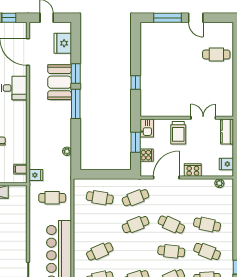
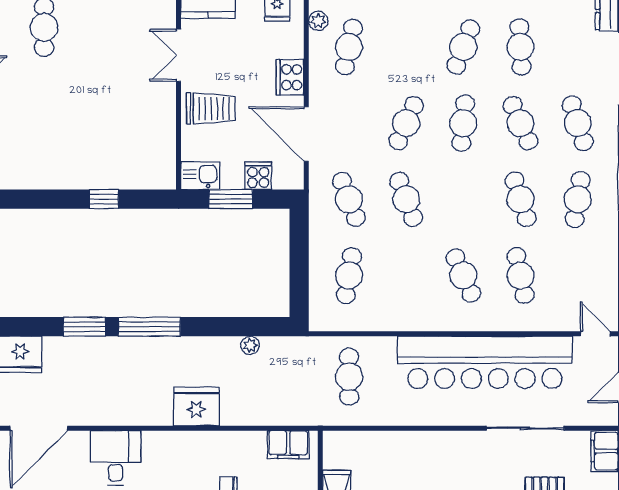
booth: (60, 82) -> (103, 361), removed
filing cabinet: (20, 169) -> (288, 445), width x2.00
fridge: (36, 175) -> (196, 407), moved, width x1.88, depth x1.34
cafe table: (207, 225) -> (349, 47), moved

